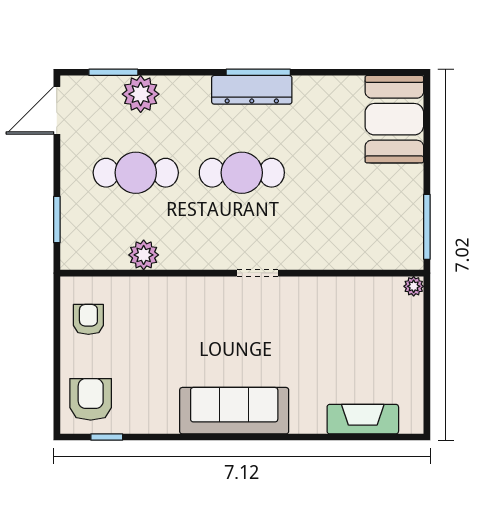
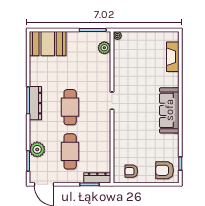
dresser: (73, 238) -> (97, 178), added
plant: (144, 255) -> (104, 48), moved

